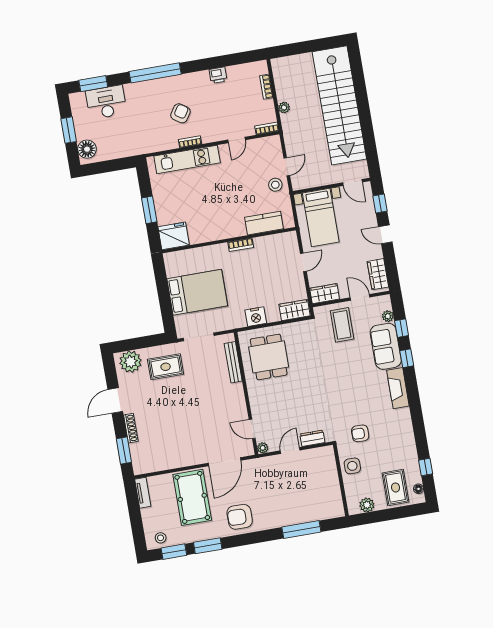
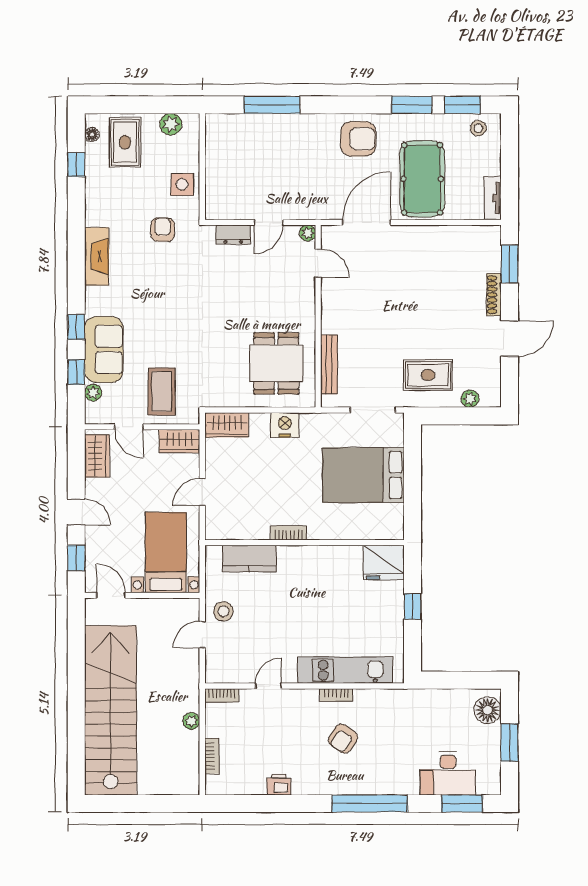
window: (149, 210) -> (413, 607), width x0.67
plant: (131, 362) -> (470, 399), width x0.53, depth x0.53
fireplace: (398, 388) -> (97, 256), moved
armchair: (360, 433) -> (163, 230), turned -90

